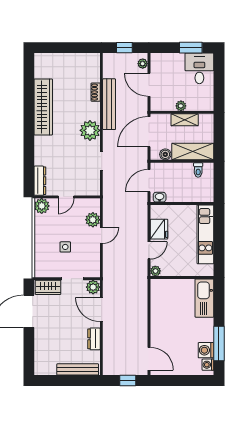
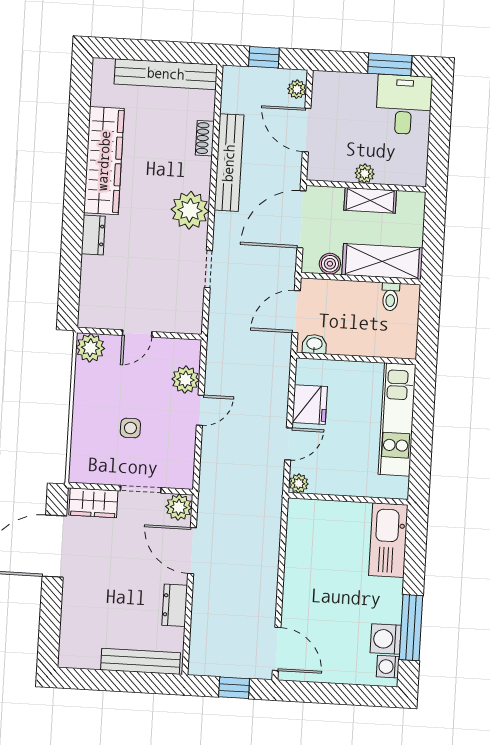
bench: (73, 60) -> (166, 74), added
dresser: (40, 181) -> (93, 235), moved, width x0.70

